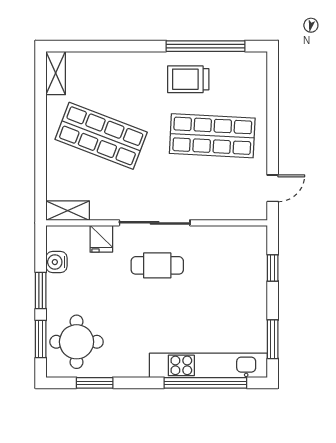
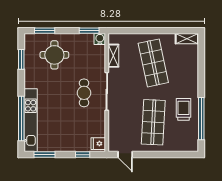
shop shelf: (101, 136) -> (153, 63), turned -33
shelving: (68, 211) -> (113, 56), moved
fridge: (101, 239) -> (98, 144), moved
water cooler: (56, 262) -> (100, 39), moved
window: (41, 290) -> (89, 31), moved
round table: (77, 342) -> (54, 55), moved

